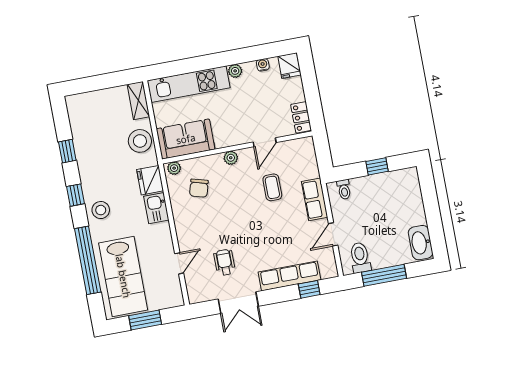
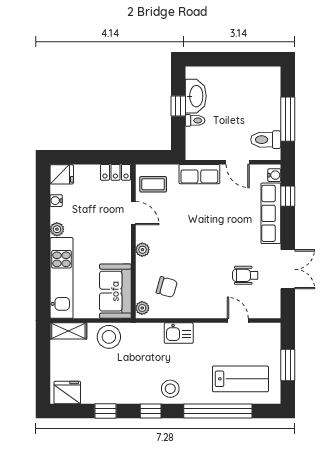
fridge: (150, 180) -> (67, 392), moved, turned 180
coffee table: (272, 187) -> (153, 184), moved
toilet: (344, 189) -> (195, 120), moved
washbasin: (421, 243) -> (196, 96), moved, turned -90
water cooler: (327, 272) -> (274, 175), added
lab bench: (123, 276) -> (240, 379), width x0.73, depth x0.72

